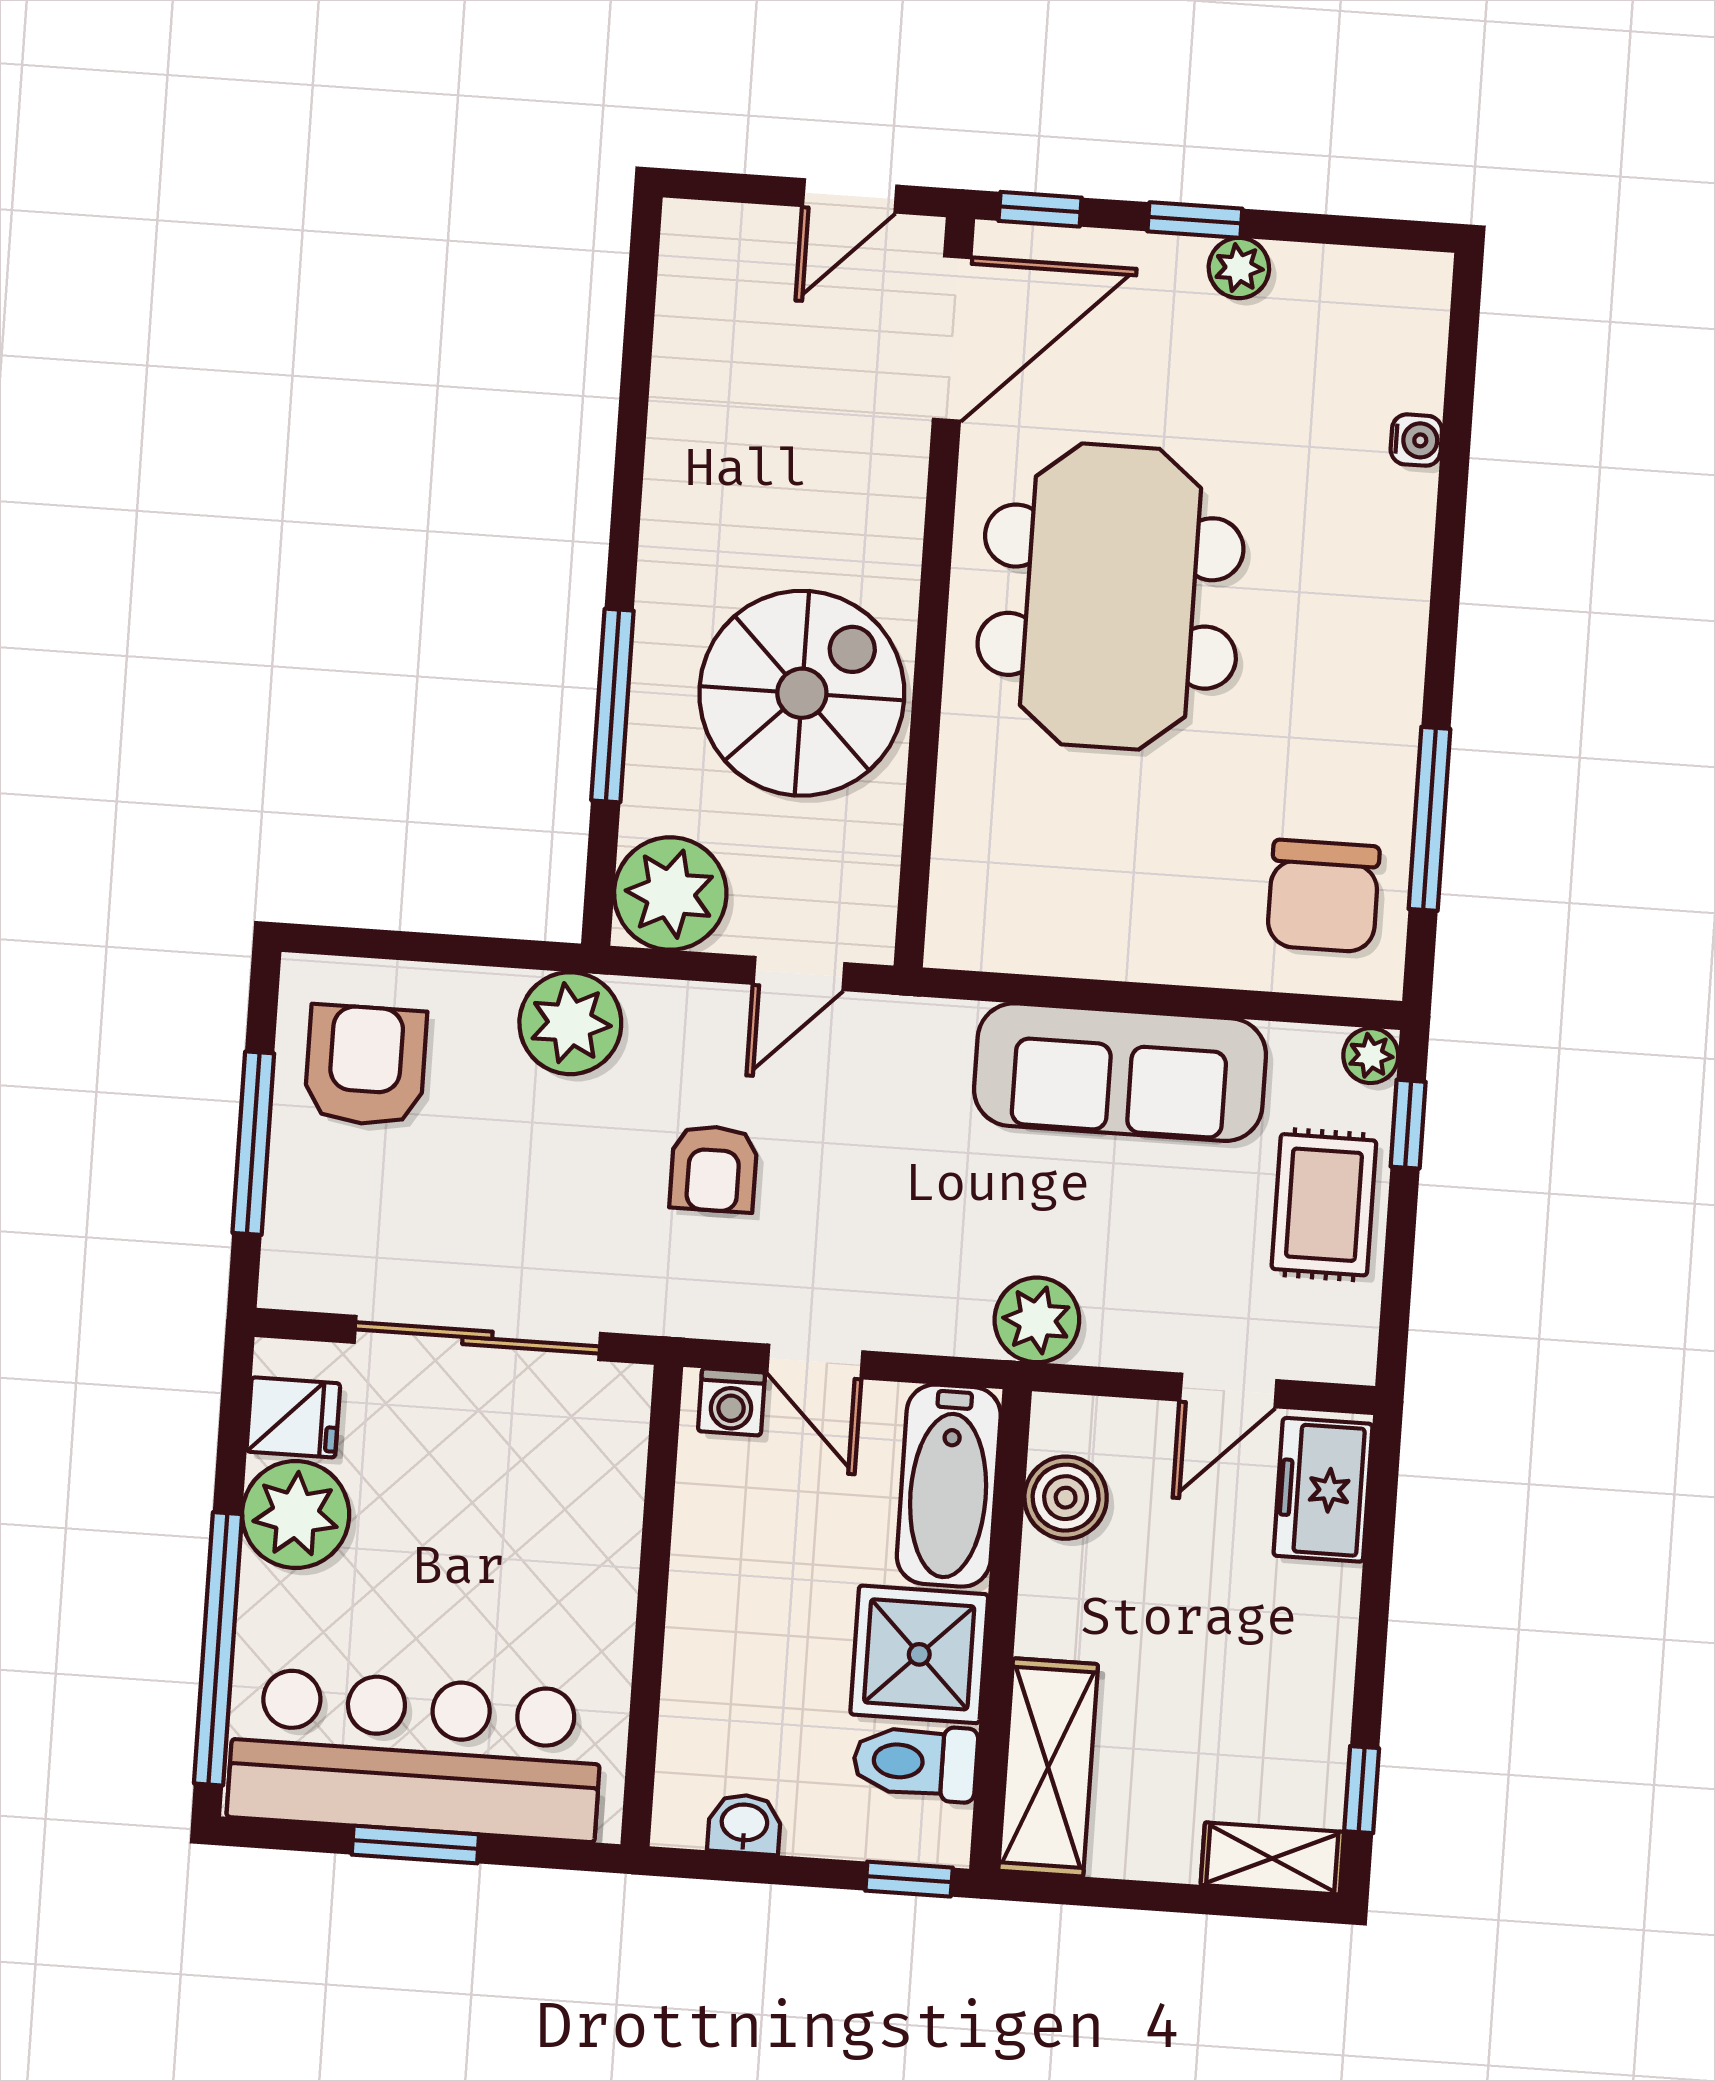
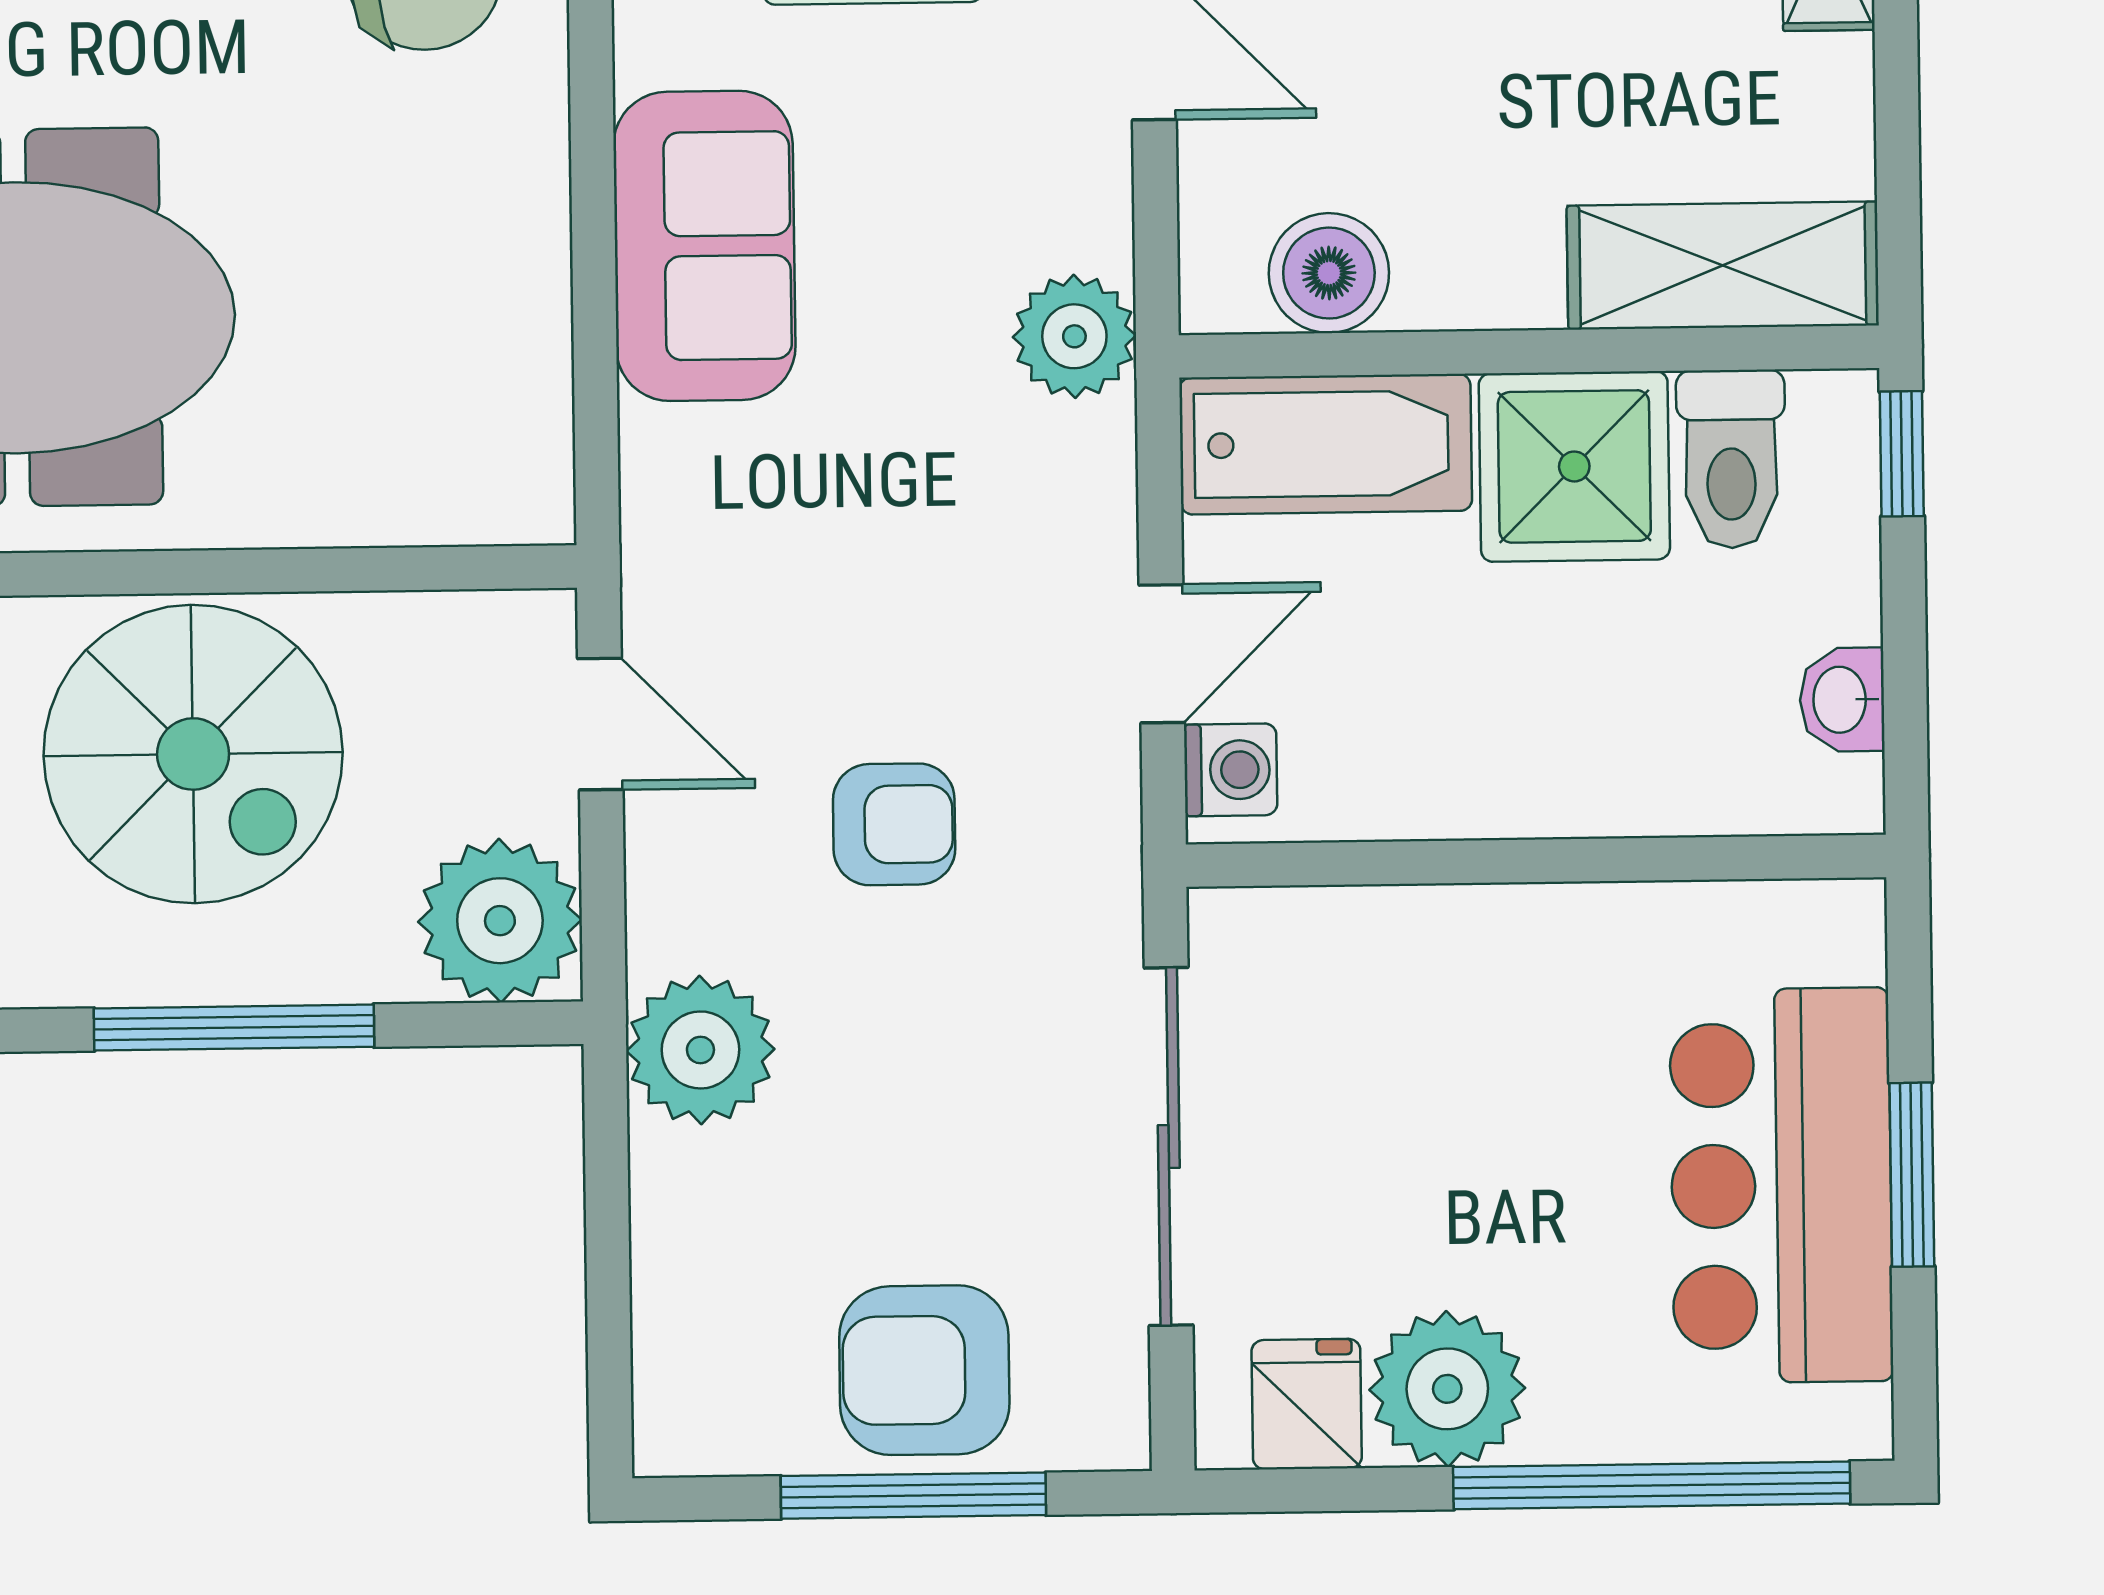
spiral stairs: (802, 693) -> (193, 754), turned 180
armchair: (366, 1066) -> (924, 1370), moved
sofa: (1120, 1072) -> (704, 246), width x0.73
bar counter: (416, 1755) -> (1781, 1186), width x0.73

